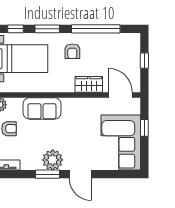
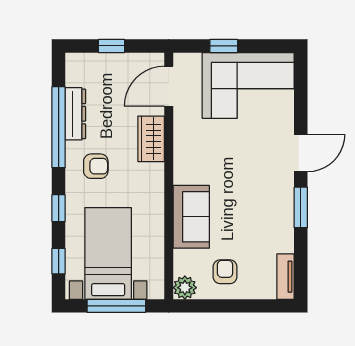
window: (47, 29) -> (59, 208), width x0.67
dresser: (104, 39) -> (75, 114), added
plant: (53, 160) -> (277, 199), removed

